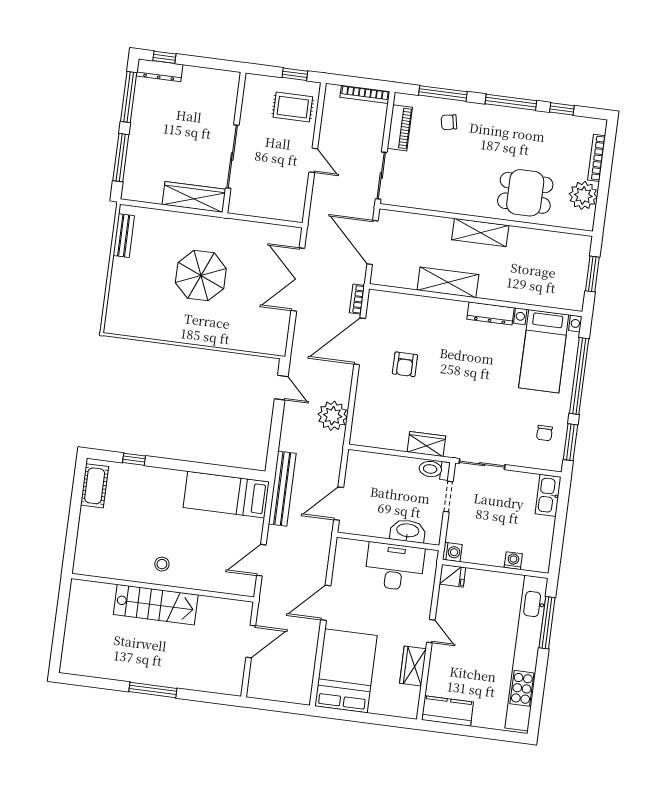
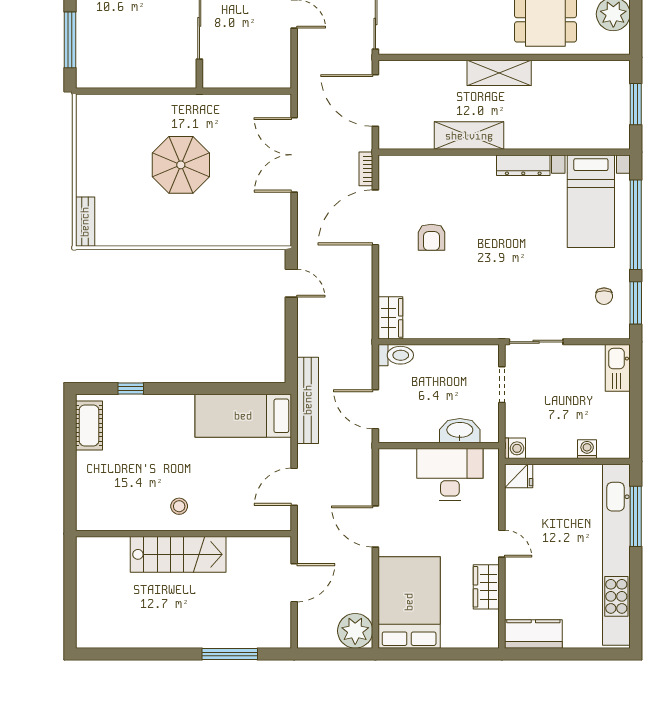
wardrobe: (194, 197) -> (161, 75), removed
bench: (124, 236) -> (85, 222), moved
plant: (333, 416) -> (355, 631), moved
wardrobe: (426, 444) -> (390, 318), moved, turned 90
toilet: (434, 470) -> (396, 355), moved, turned 180
door: (339, 504) -> (375, 409), hinge flipped
door: (326, 603) -> (375, 527), hinge flipped
window: (153, 690) -> (230, 654), moved

